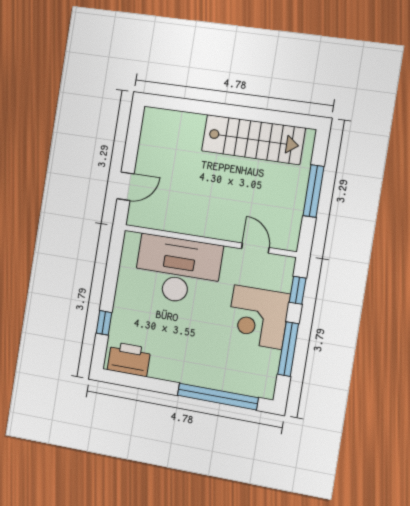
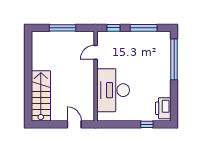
stairs: (253, 139) -> (41, 96), moved
corner desk: (258, 317) -> (130, 46), removed

